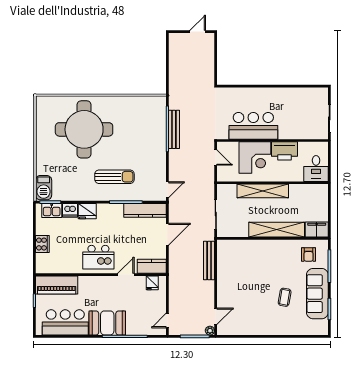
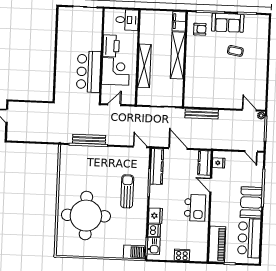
sofa: (317, 294) -> (228, 23), width x0.73

